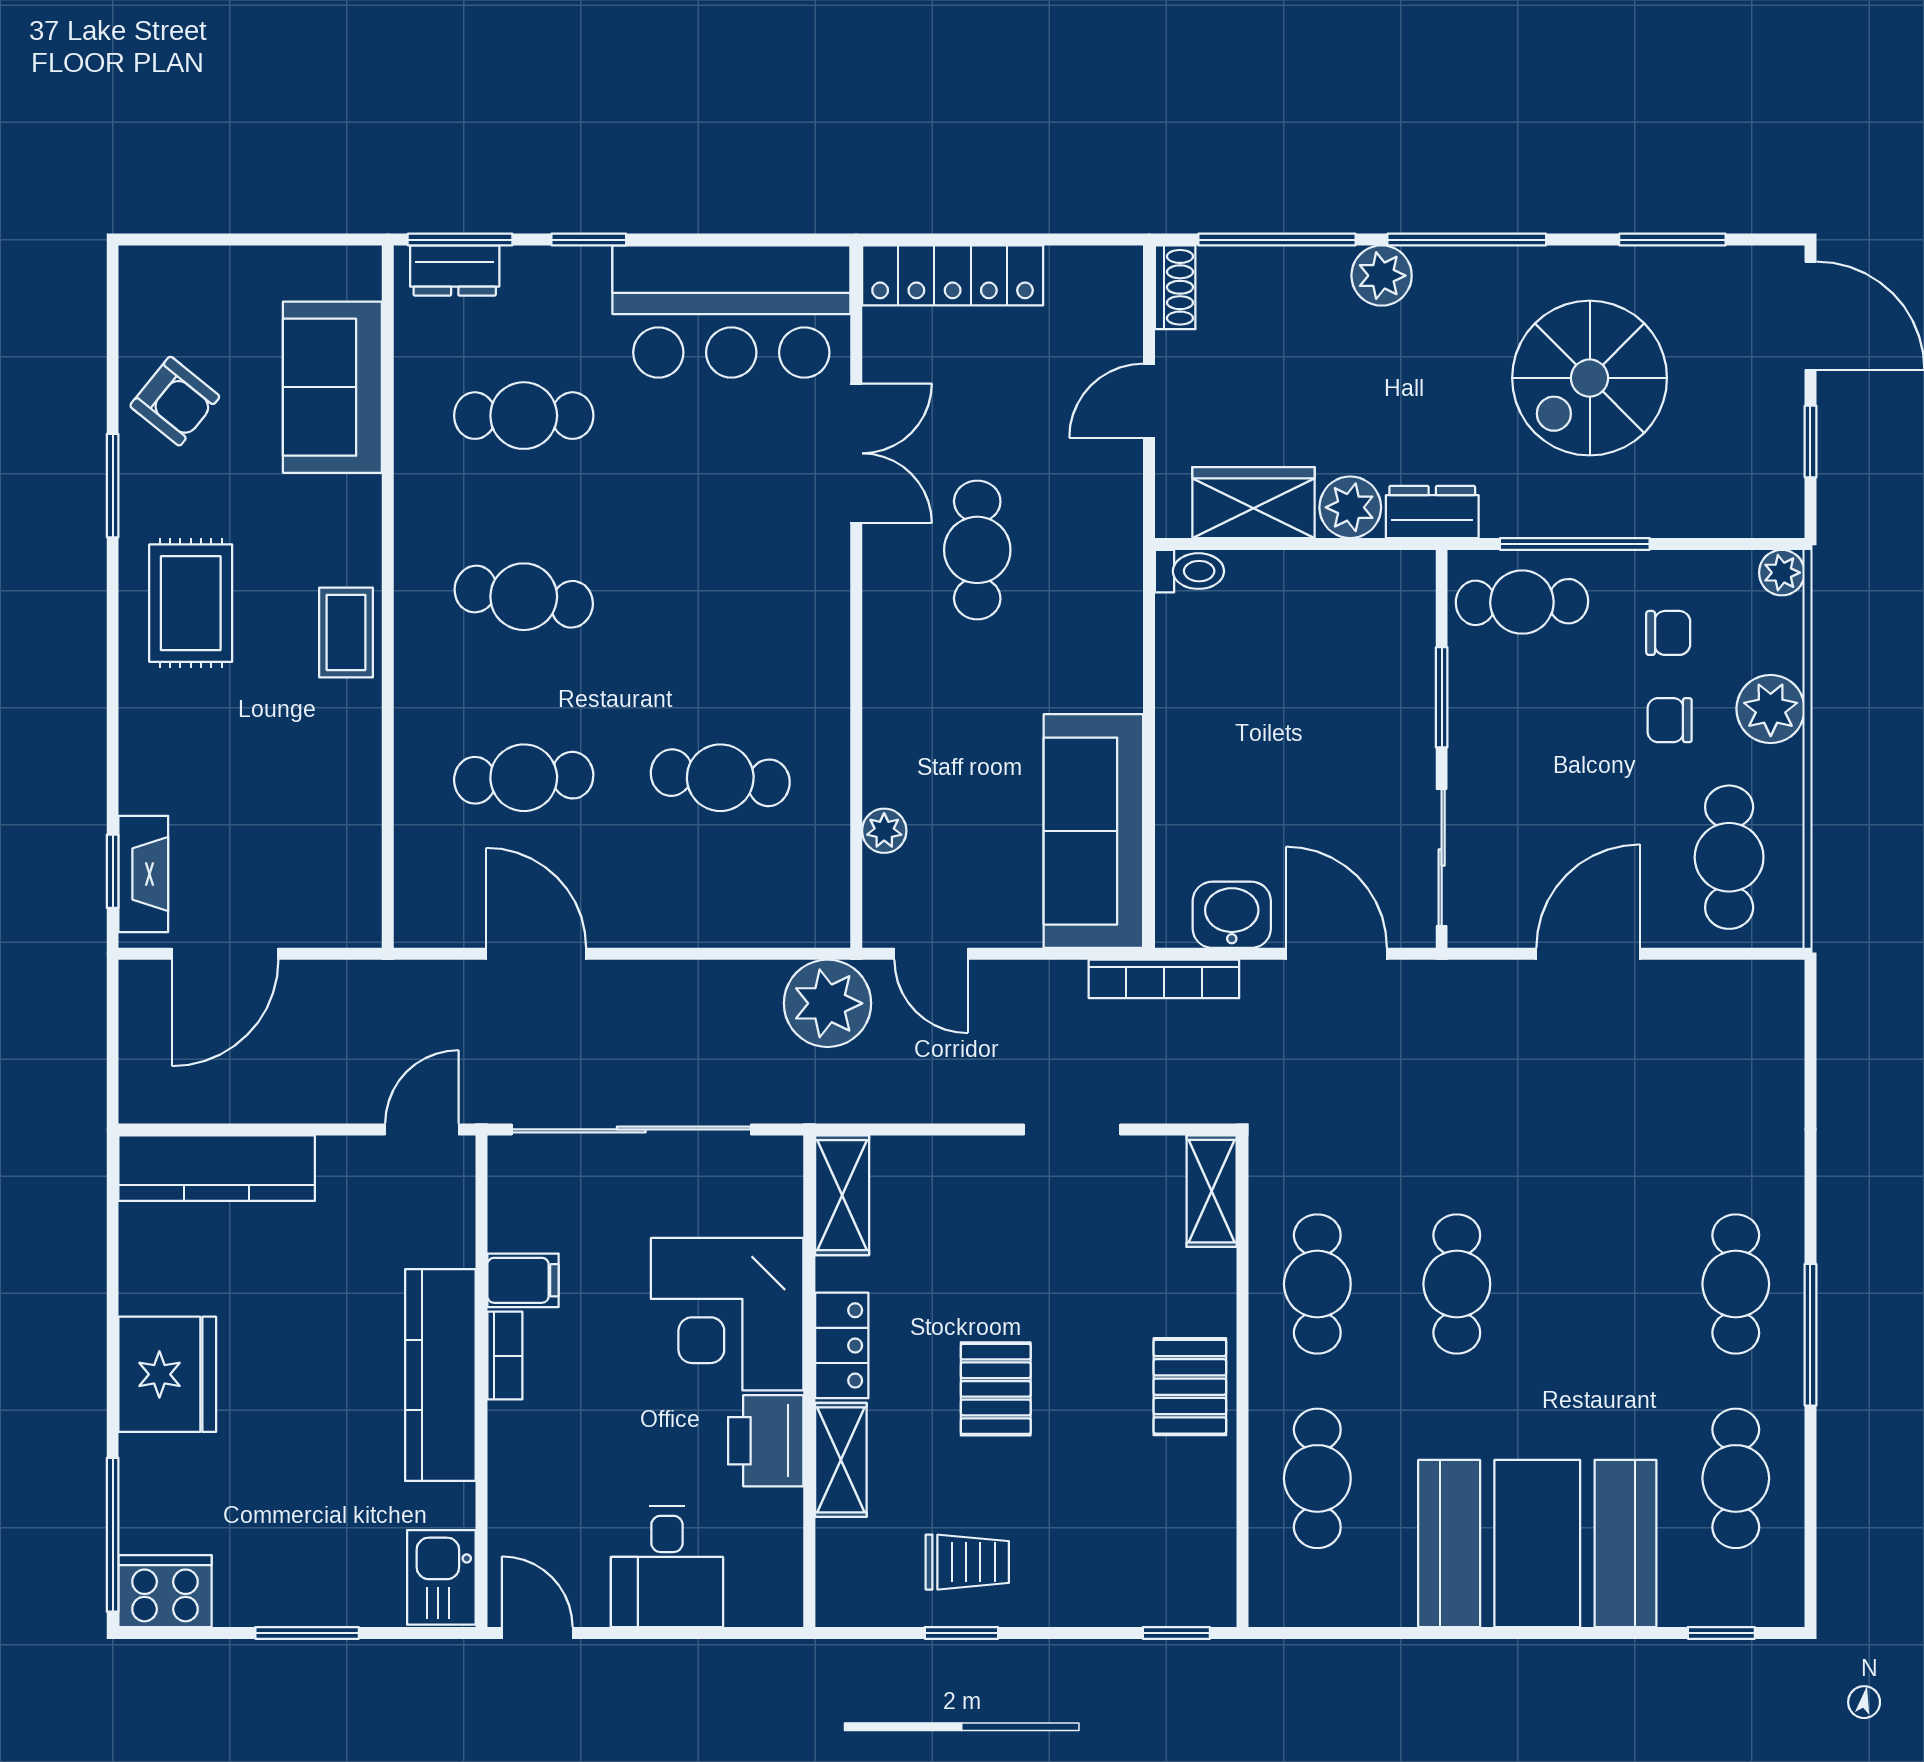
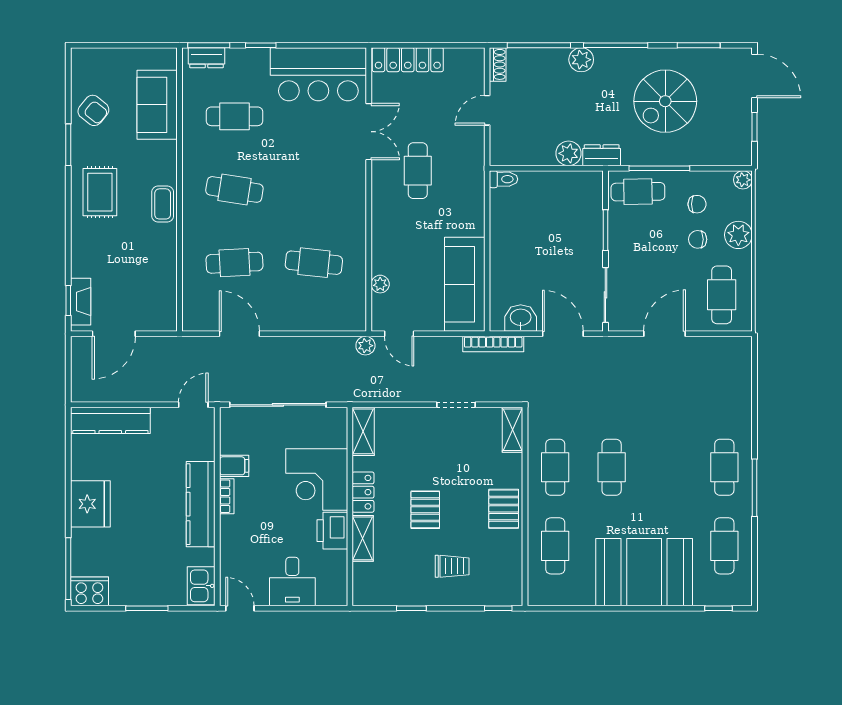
wardrobe: (1254, 503) -> (529, 151), removed
plant: (827, 1003) -> (365, 346), width x0.53, depth x0.53
trolley: (967, 1562) -> (452, 566), moved

